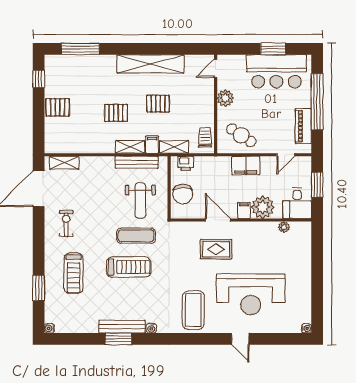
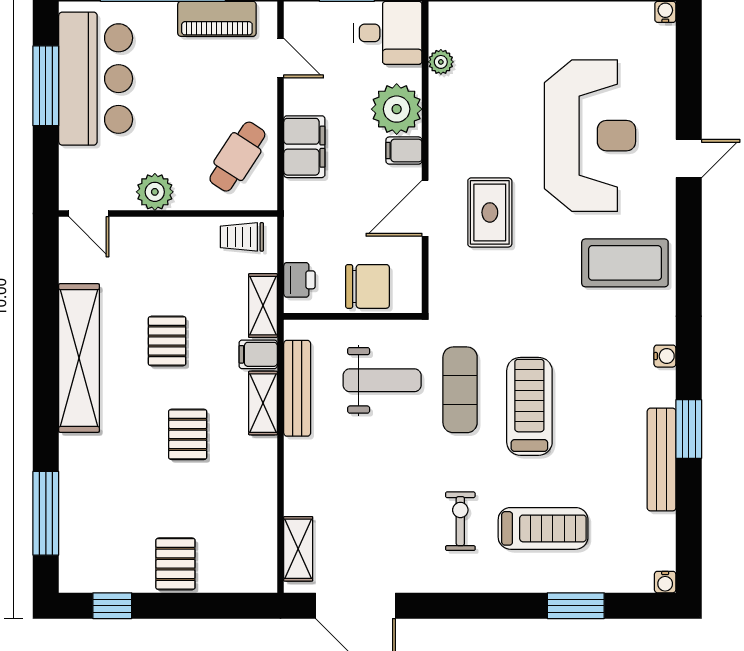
window: (273, 49) -> (46, 86), width x1.44
exercise bike: (66, 224) -> (460, 521), moved, turned 90
bench: (122, 327) -> (662, 460), moved

